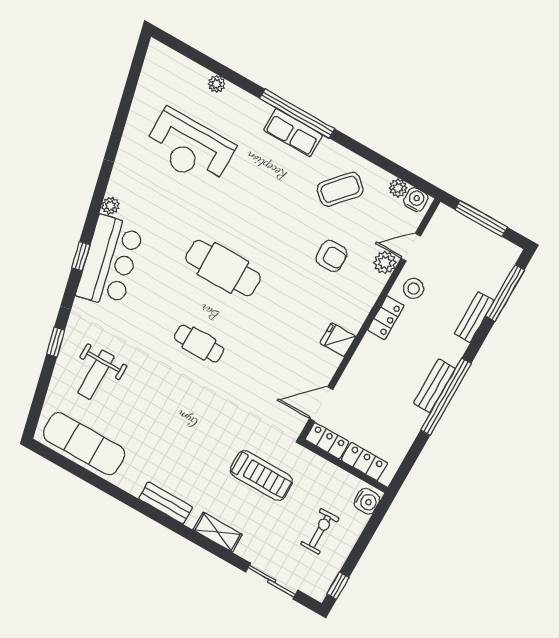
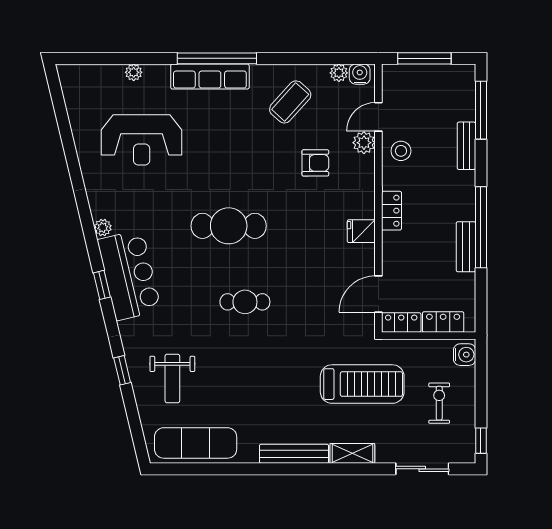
row of seats: (293, 133) -> (210, 77), width x1.48
locker: (386, 318) -> (391, 211), moved
bench: (434, 386) -> (466, 247), moved
treadmill: (261, 476) -> (362, 384), width x1.37, depth x1.38
bench: (166, 503) -> (294, 454), width x1.36

